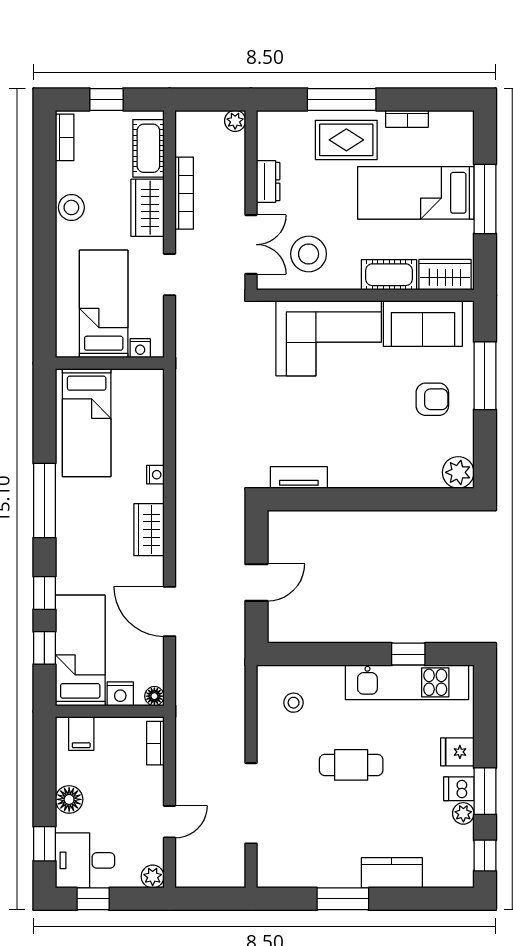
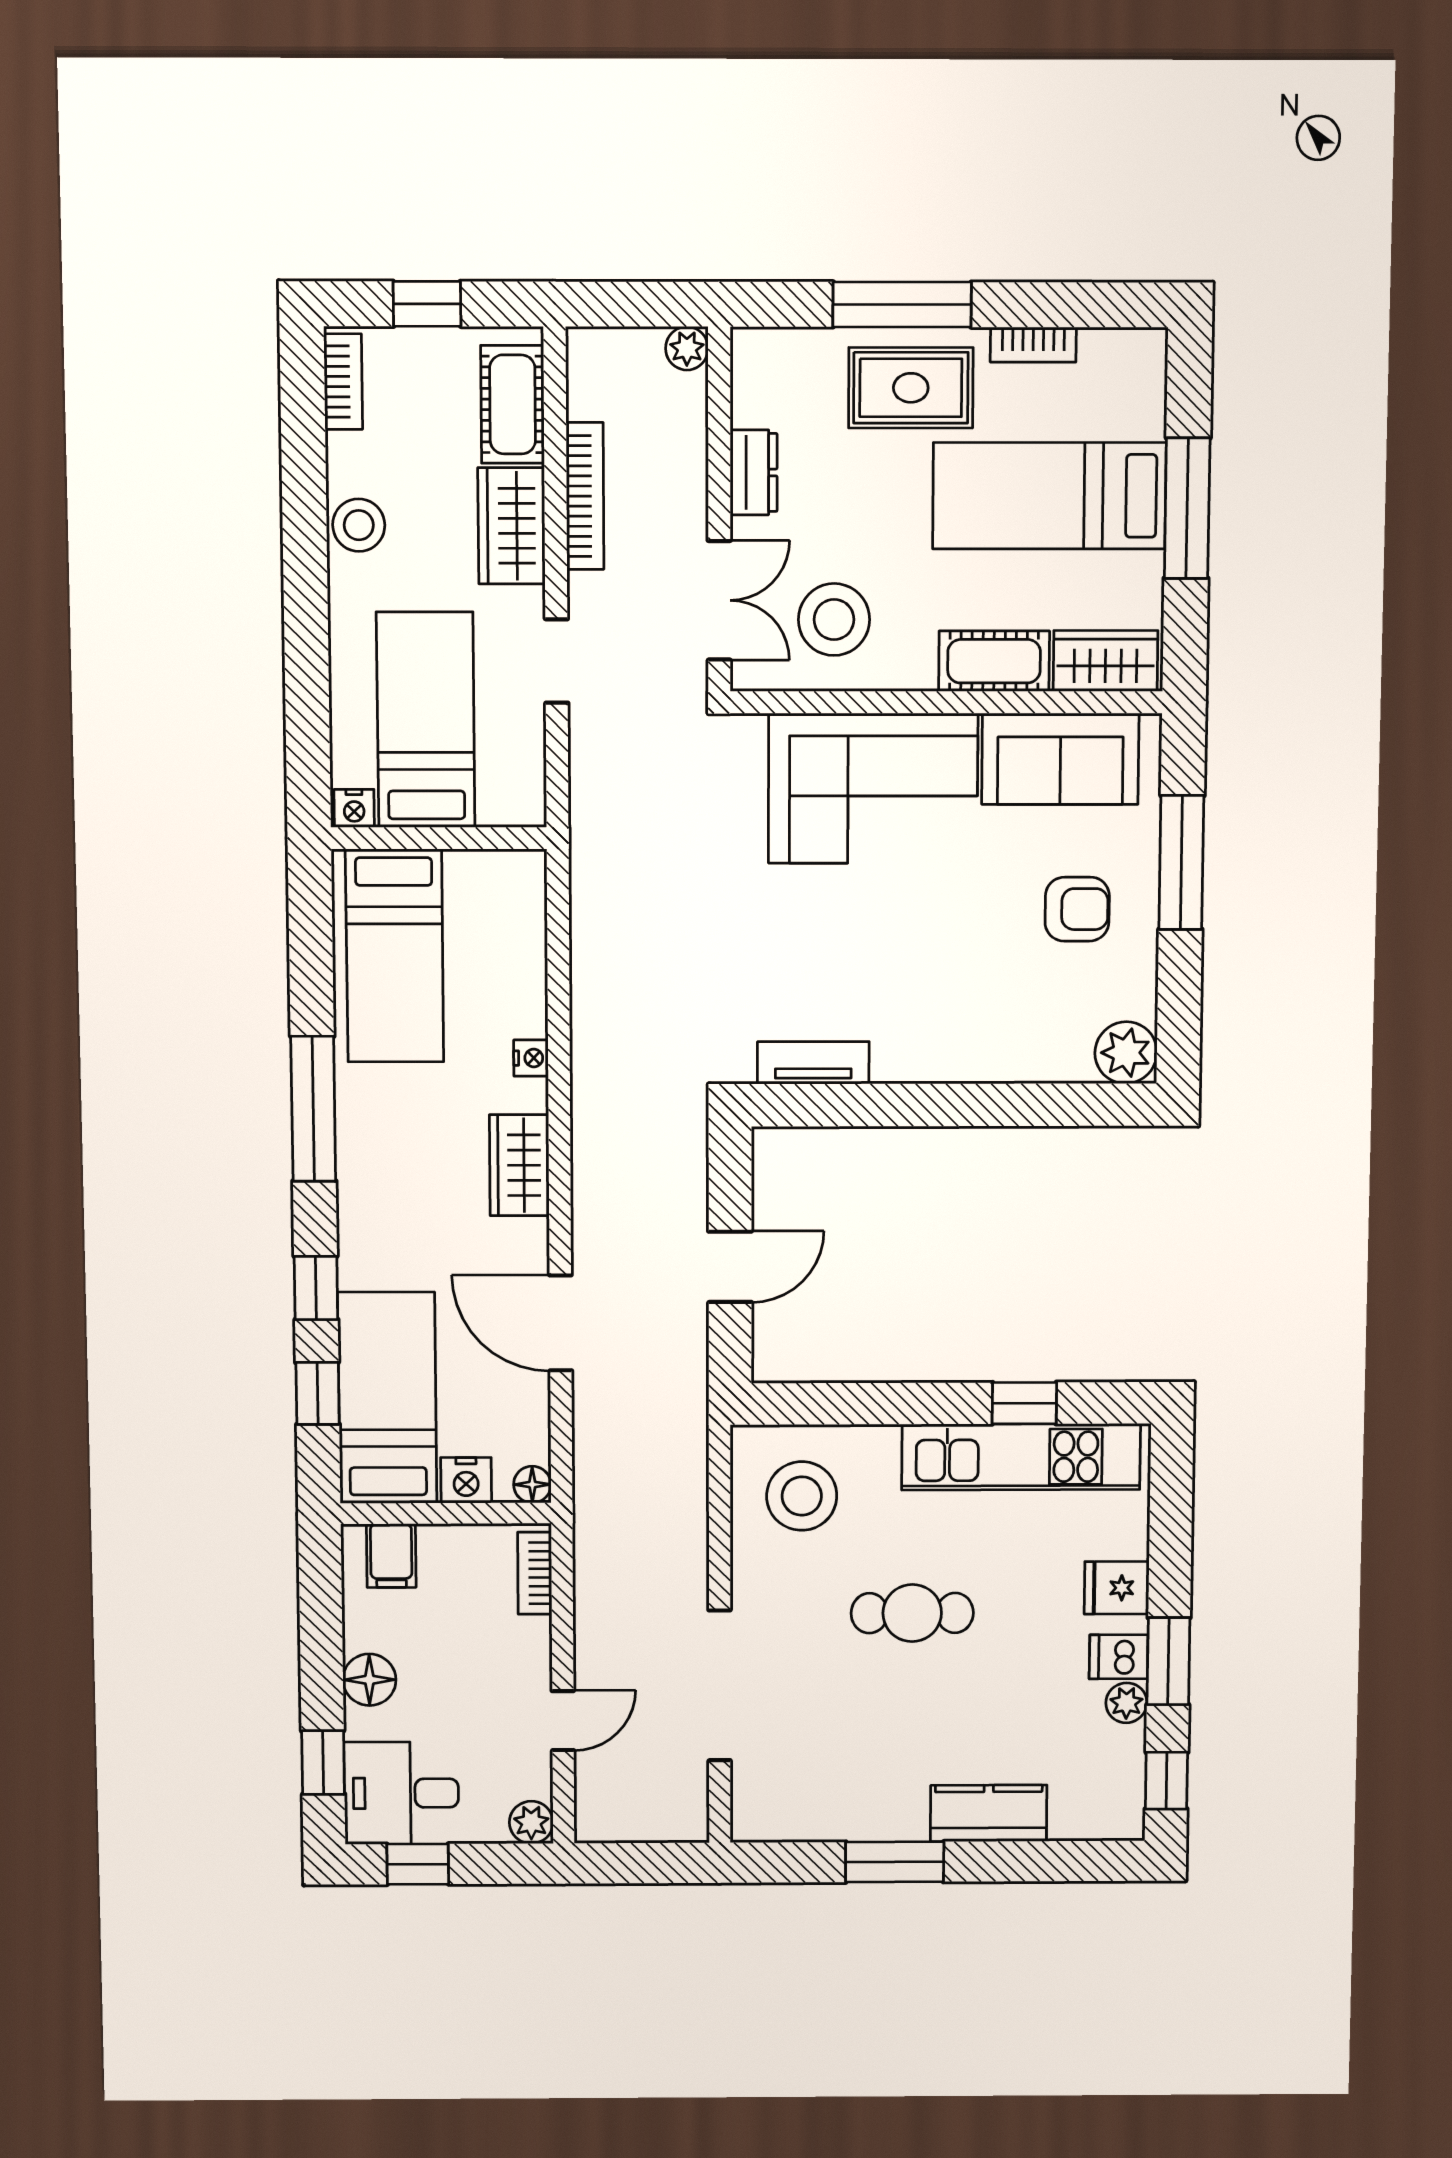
nightstand: (140, 348) -> (354, 808), moved
stool: (294, 703) -> (802, 1496), width x1.89, depth x1.89

